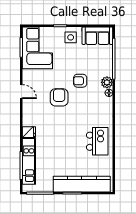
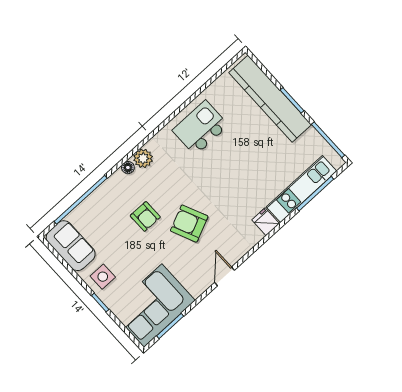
plant: (107, 82) -> (143, 158), moved
armchair: (59, 97) -> (189, 224), turned 66

